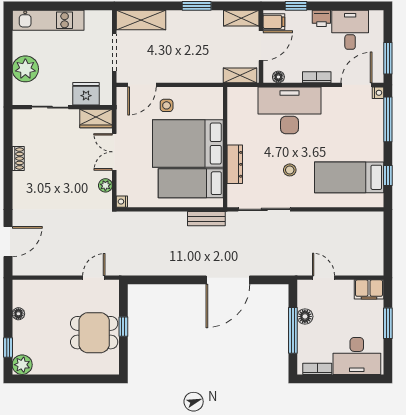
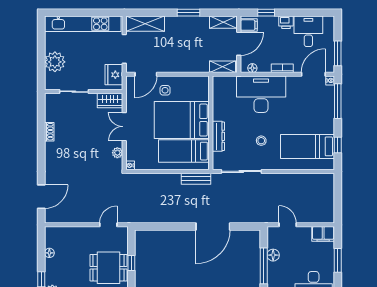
kitchen unit: (48, 20) -> (83, 24), width x1.36
fridge: (86, 94) -> (114, 75), moved, turned -90

